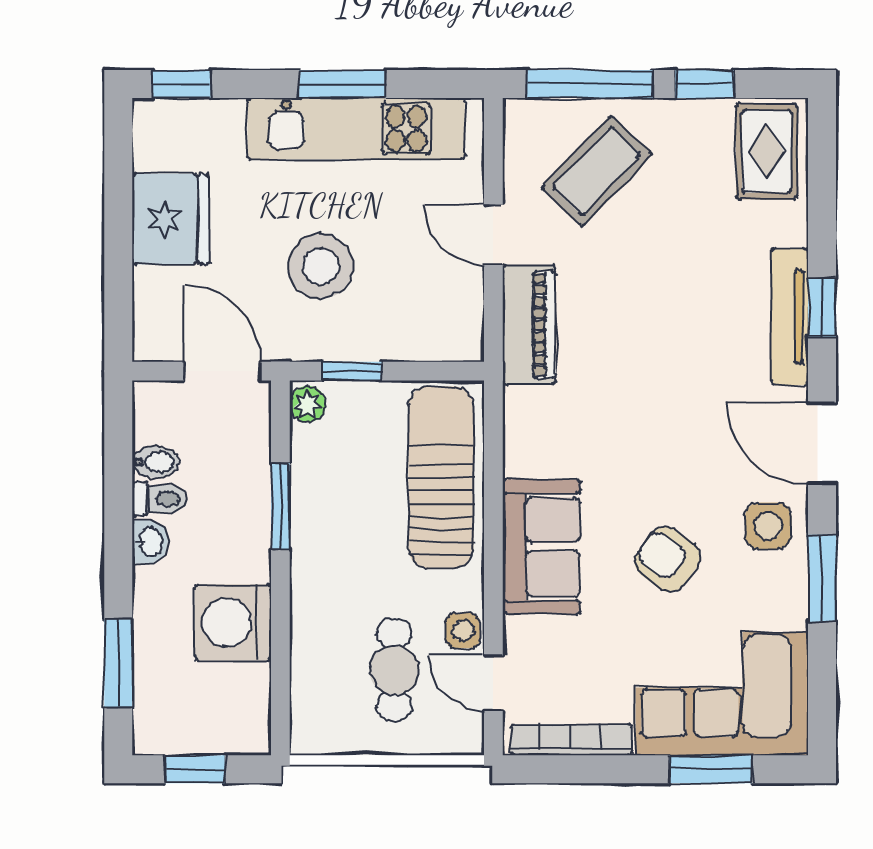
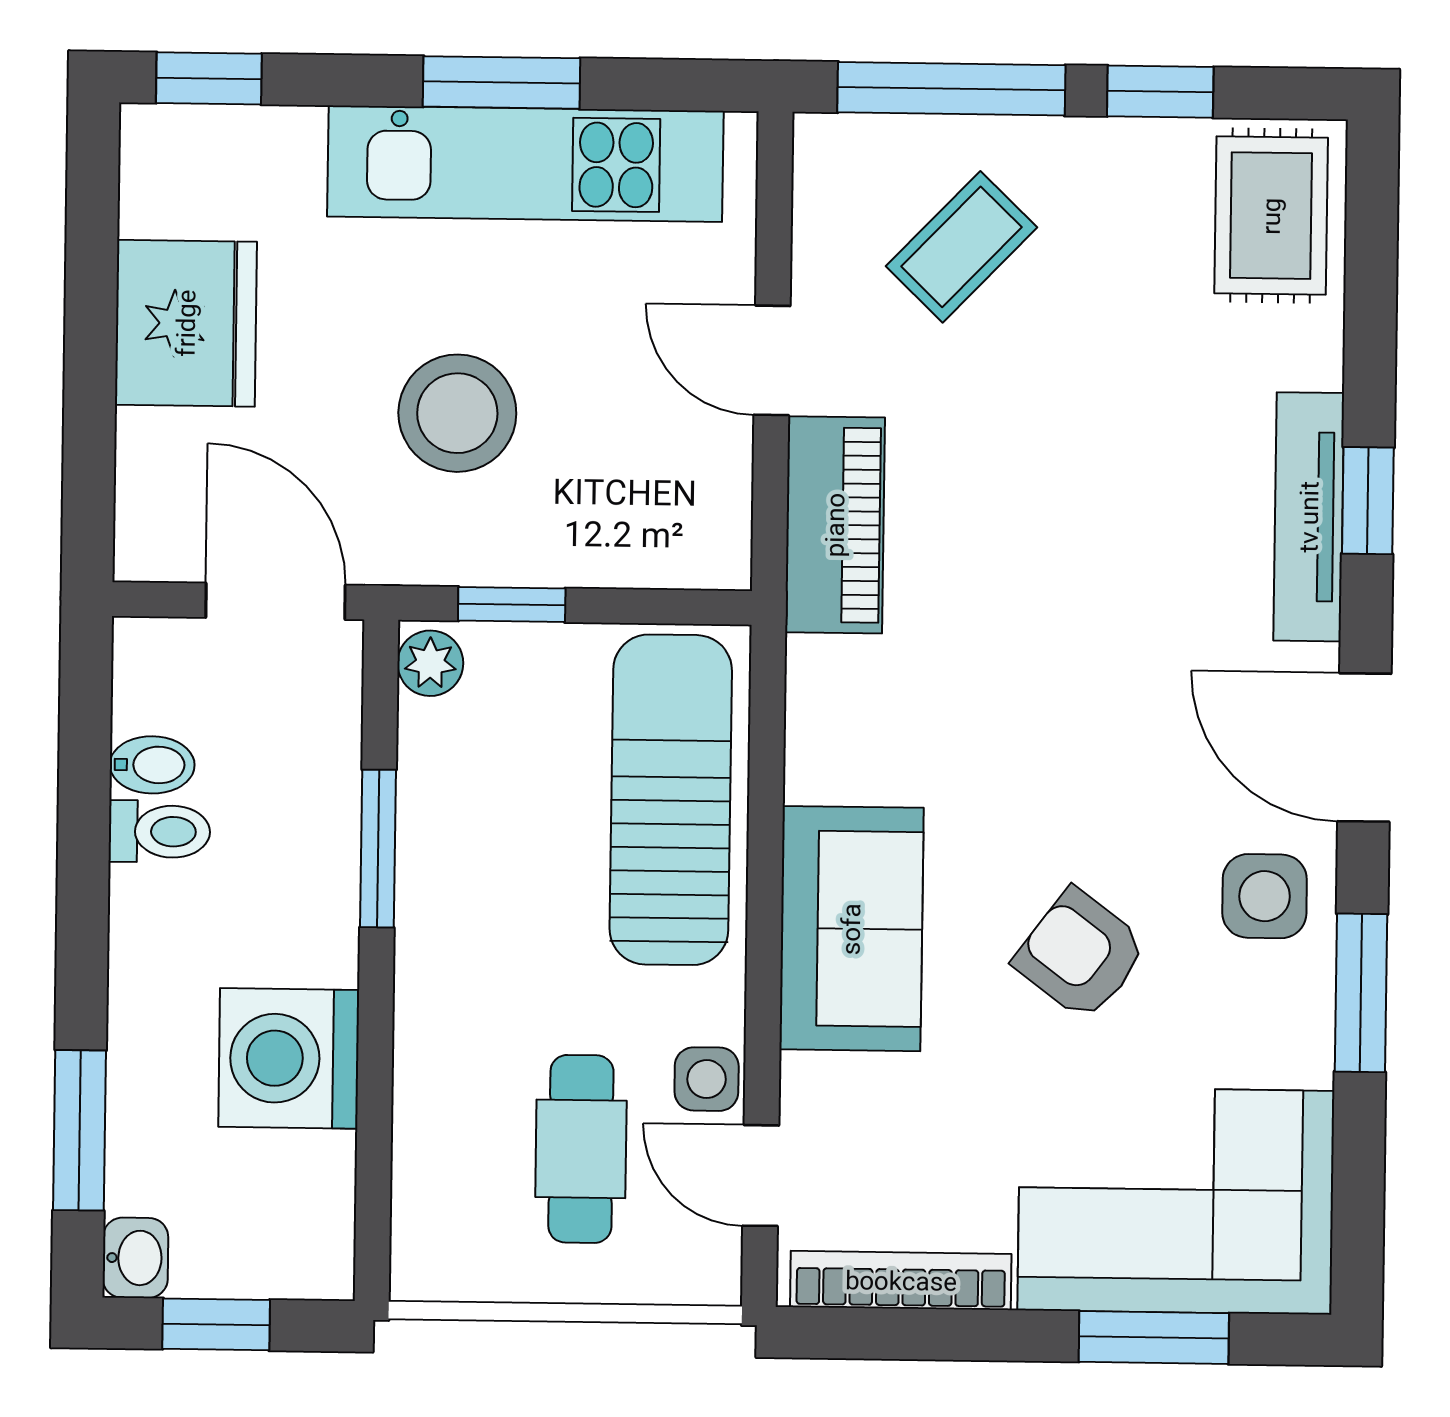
coffee table: (597, 171) -> (961, 247), width x0.73, depth x0.77
washbasin: (150, 542) -> (135, 1258), moved

